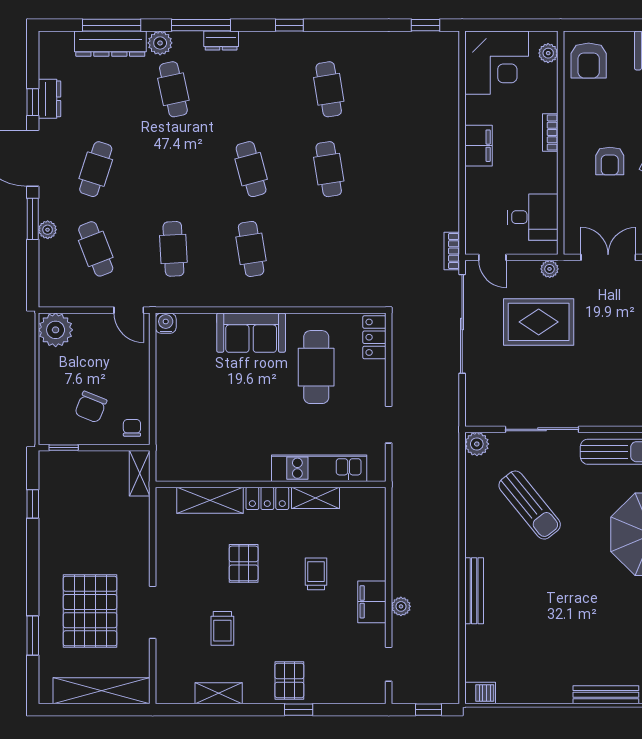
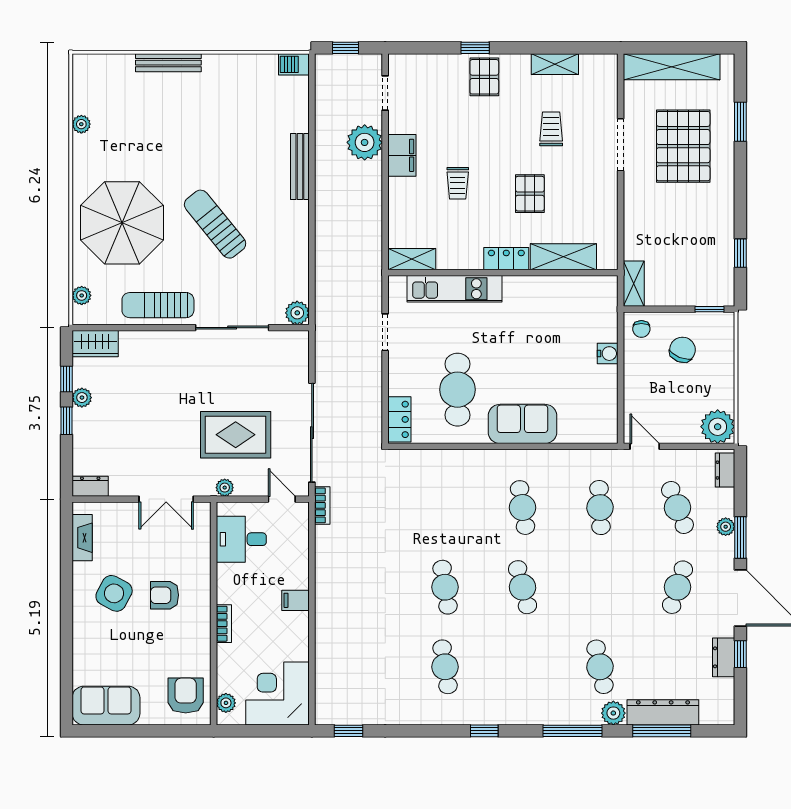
dresser: (221, 41) -> (725, 470), moved, turned -90
filing cabinet: (479, 146) -> (296, 600), width x0.50
armchair: (610, 161) -> (165, 595), turned -90
water cooler: (166, 323) -> (608, 354), moved, turned -90
shelving: (315, 498) -> (412, 259), moved
sun lounger: (530, 505) -> (215, 224), moved
plant: (401, 606) -> (365, 142), width x1.87, depth x1.87

